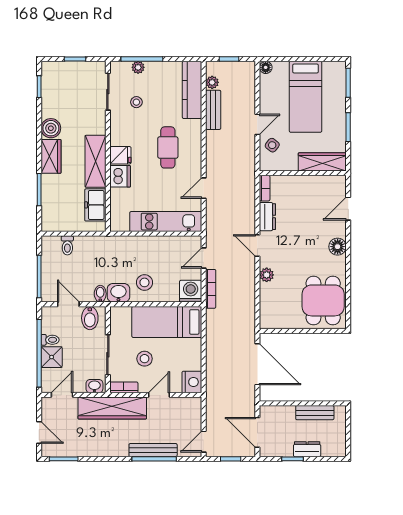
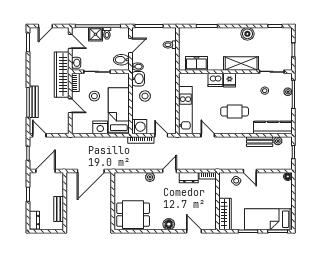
bed: (306, 97) -> (268, 219), moved
wardrobe: (51, 156) -> (229, 34), removed
shelving: (95, 161) -> (241, 63), moved
nightstand: (192, 382) -> (100, 127), moved
dresser: (307, 449) -> (34, 220), moved

